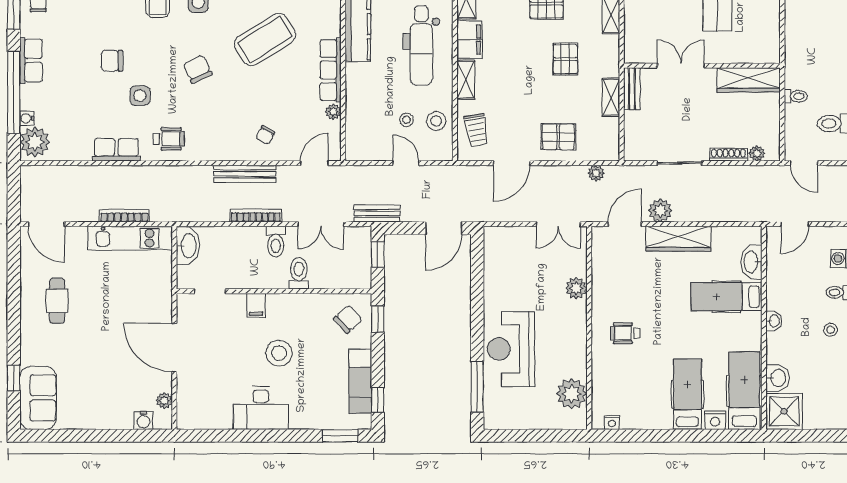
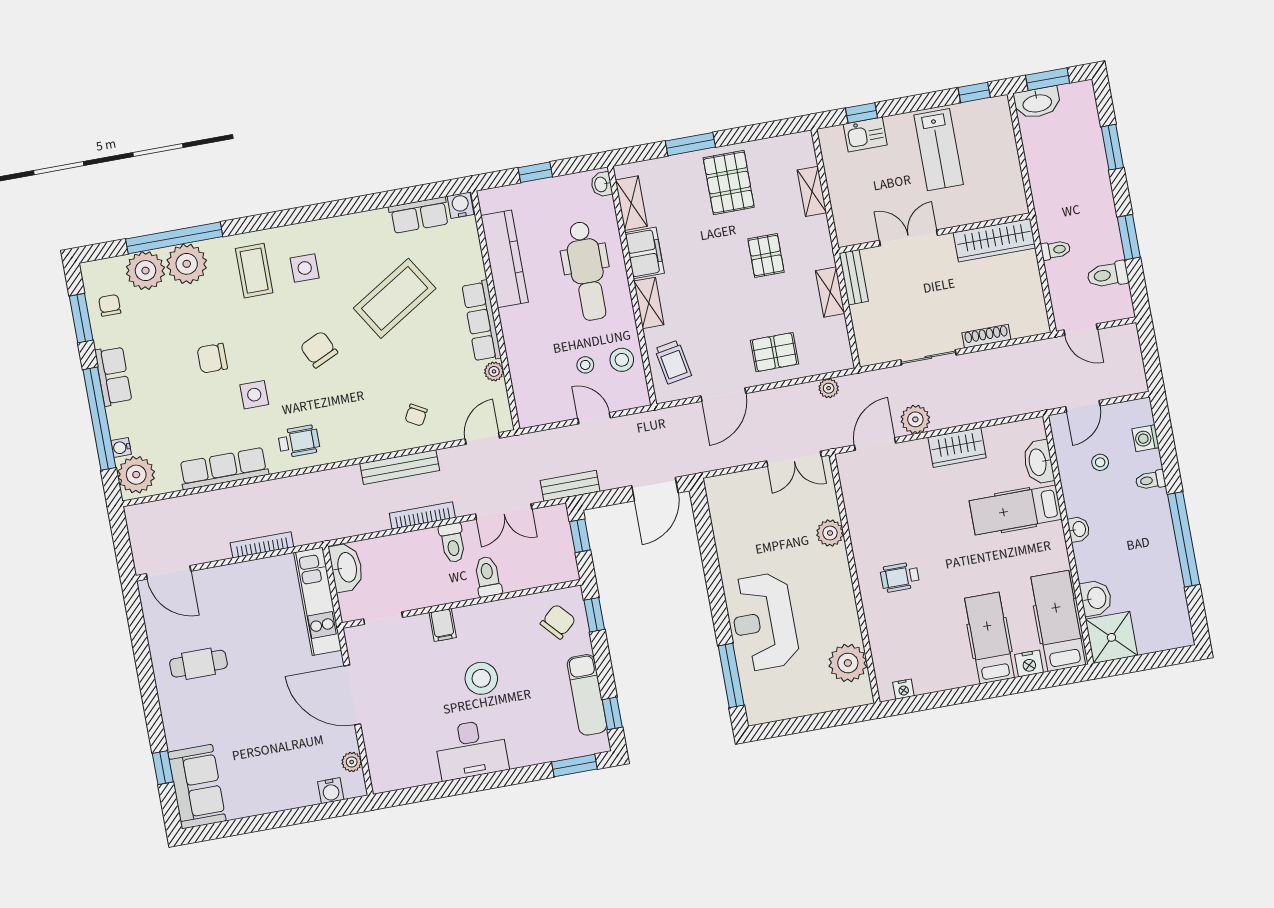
row of seats: (116, 150) -> (224, 469), width x1.48
plant: (757, 153) -> (1021, 328), removed
kitchen unit: (130, 238) -> (318, 601), moved, turned 90
wardrobe: (678, 239) -> (957, 448), width x0.67
cafe table: (57, 301) -> (198, 664), turned 90
stool: (831, 330) -> (1100, 462), moved

